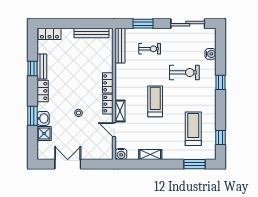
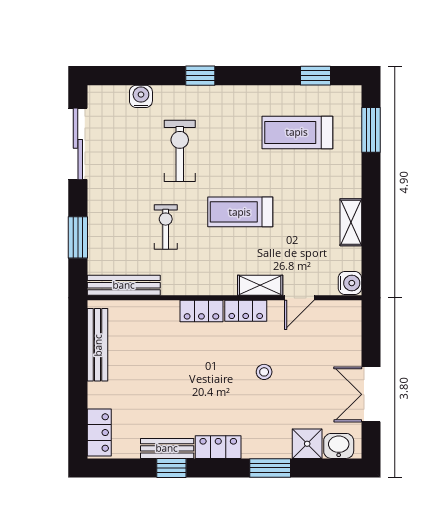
exercise bike: (150, 49) -> (166, 227), moved
washbasin: (43, 118) -> (339, 446), moved

